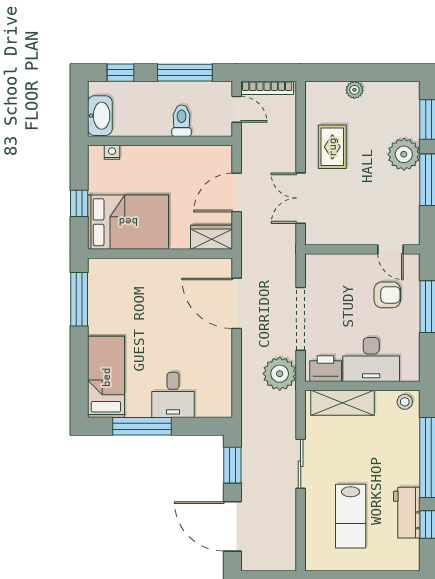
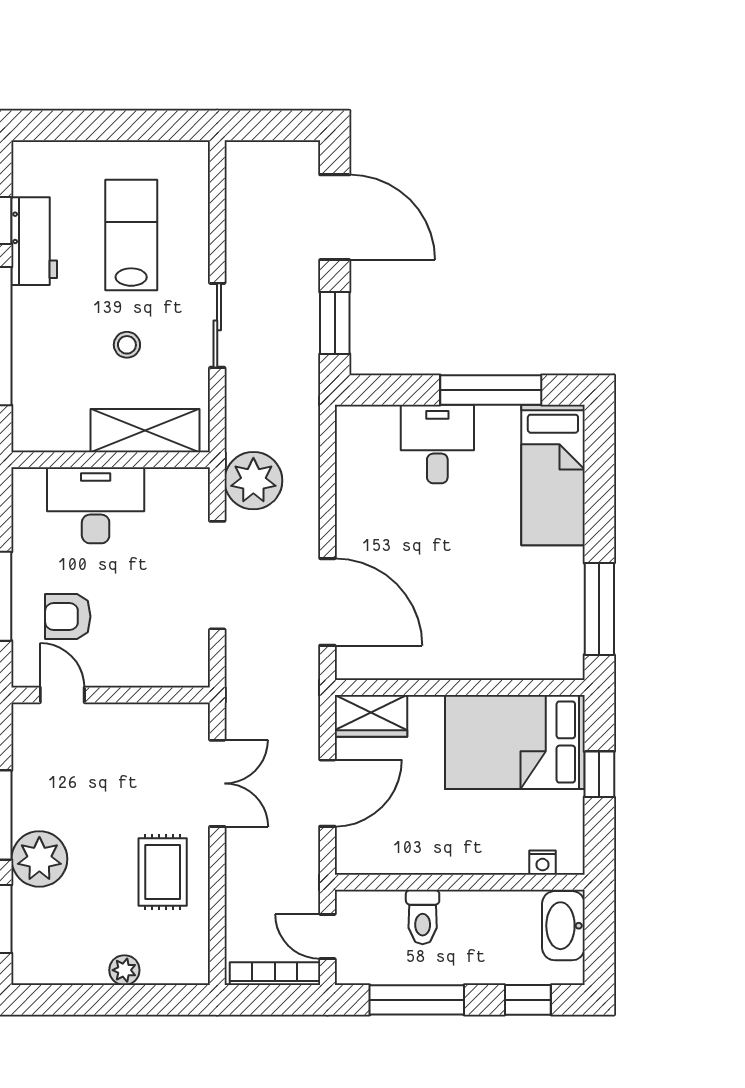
printer: (326, 369) -> (174, 490), removed
stool: (405, 402) -> (127, 345), moved

